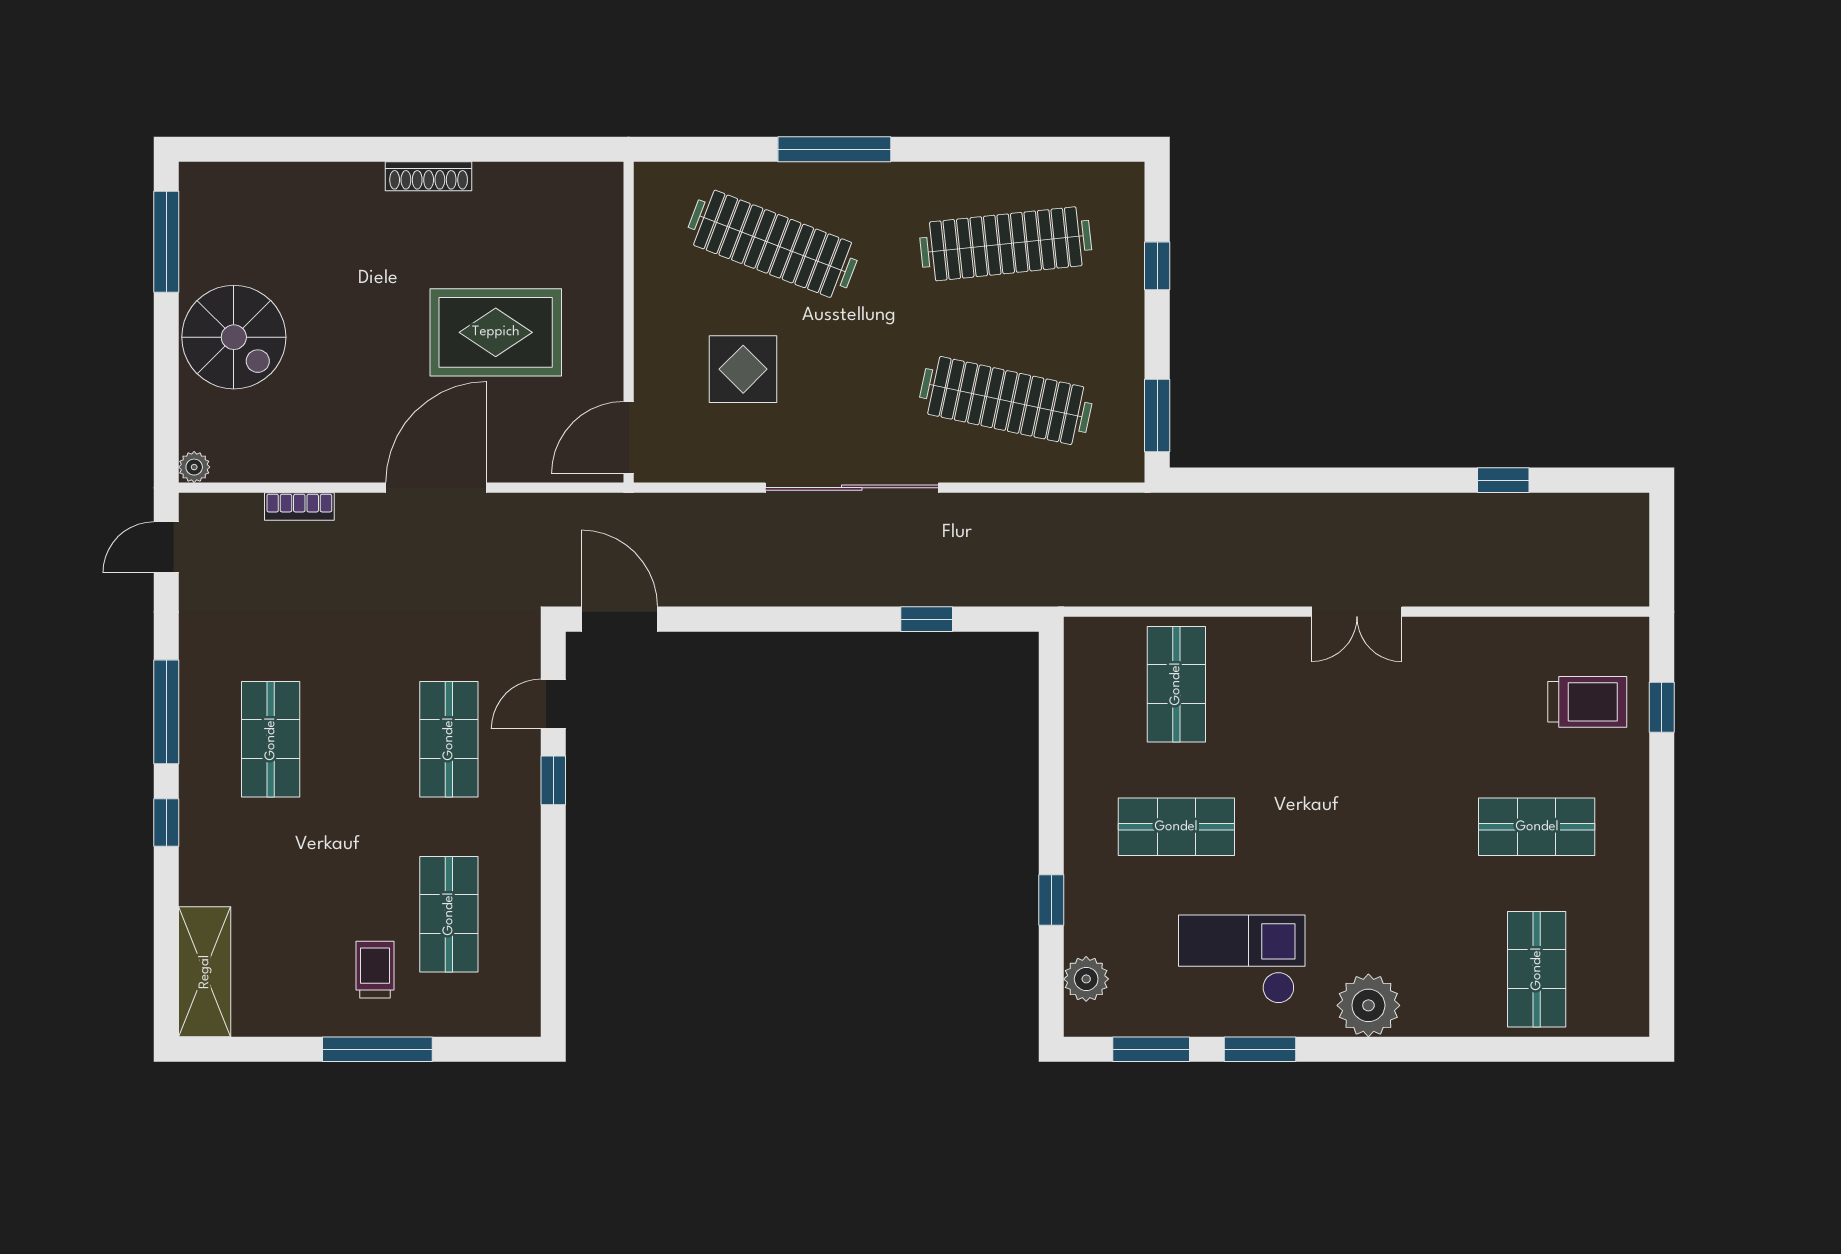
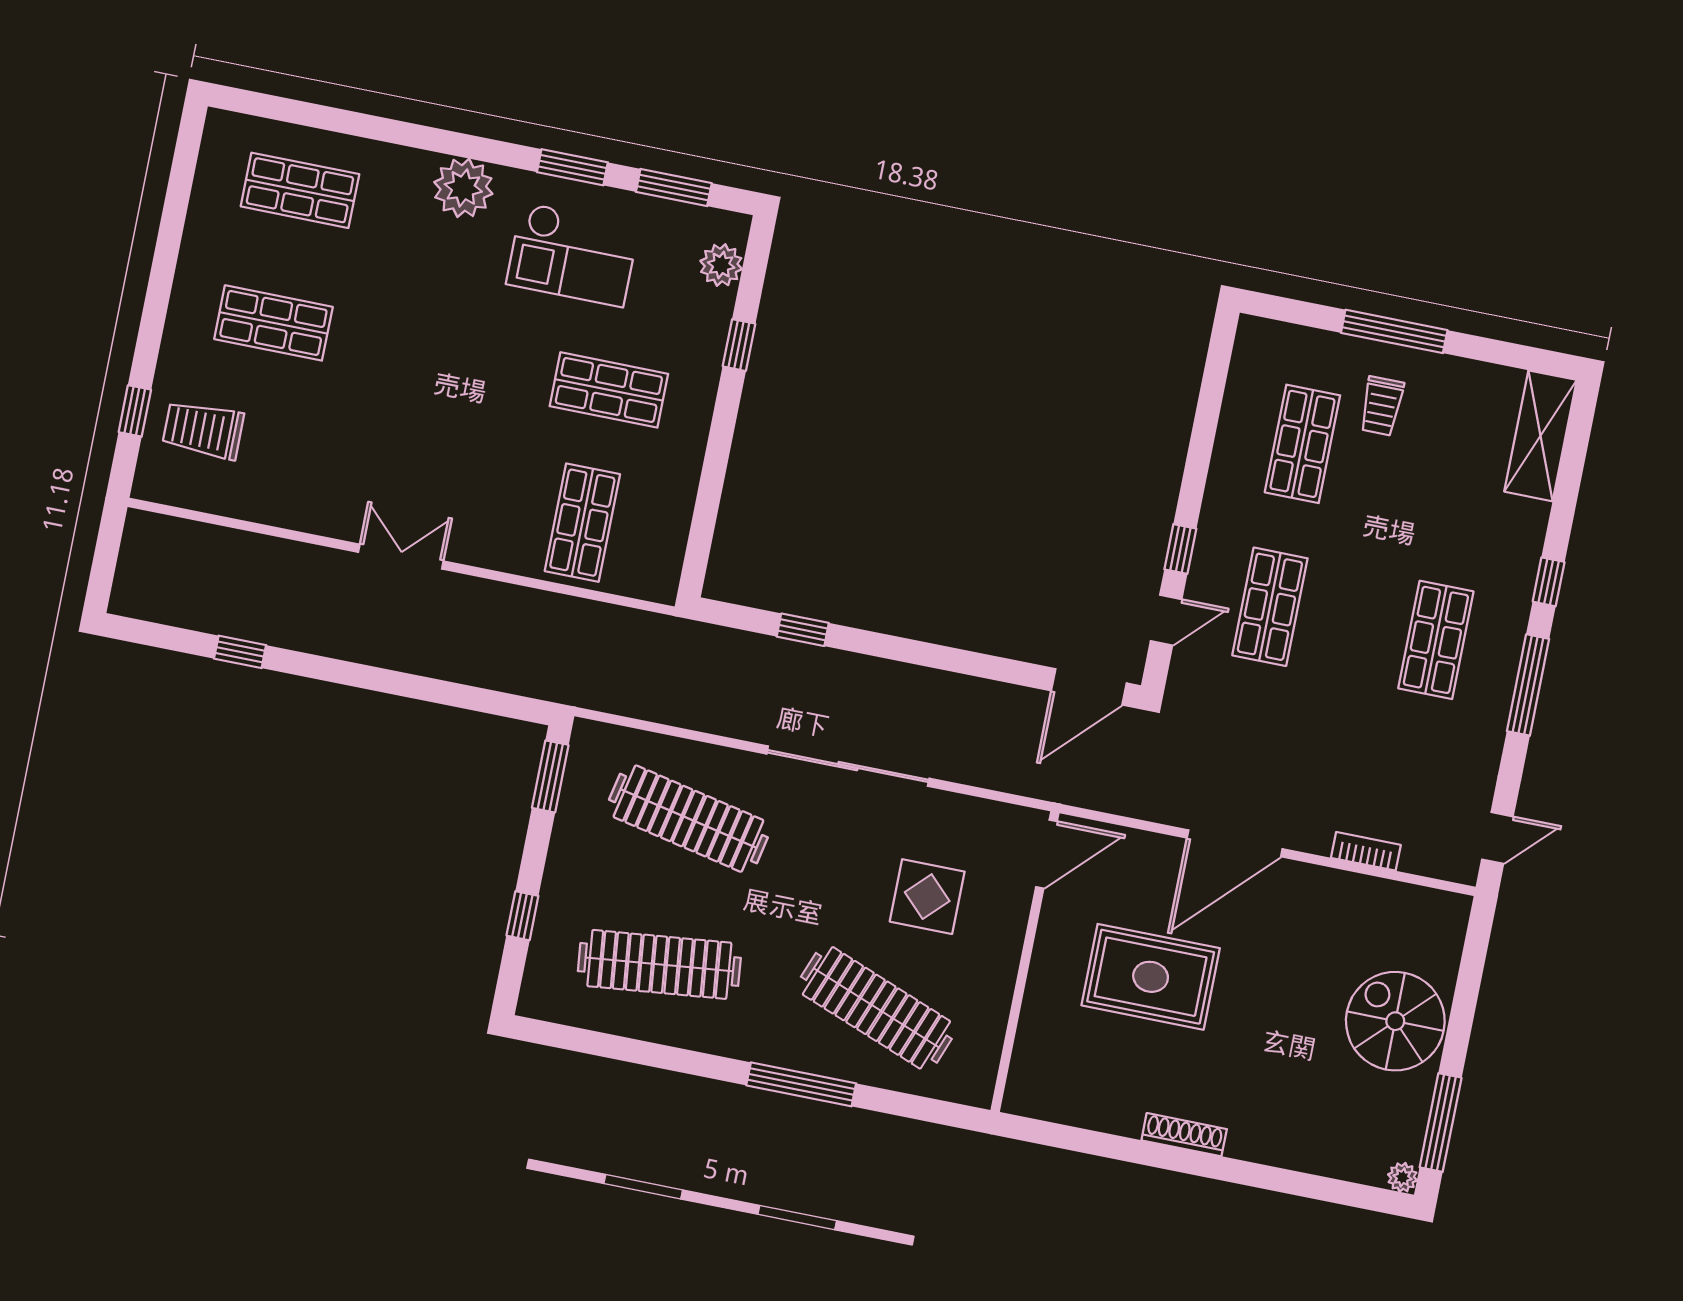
plant: (194, 467) -> (1402, 1177), moved
door: (619, 619) -> (1089, 687), hinge flipped
shop shelf: (1537, 969) -> (300, 190), turned 90

